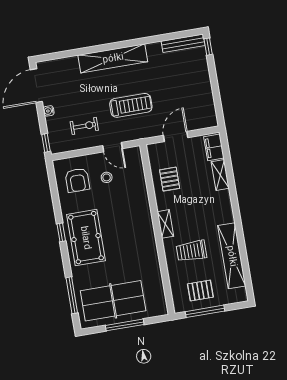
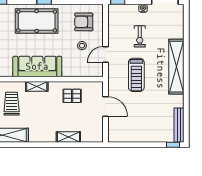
exercise bike: (84, 126) -> (140, 36), moved
filing cabinet: (214, 147) -> (91, 136), removed
sofa: (141, 227) -> (37, 66), added

